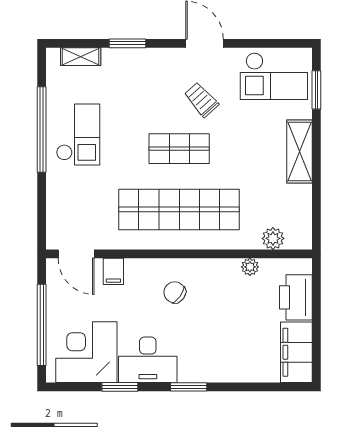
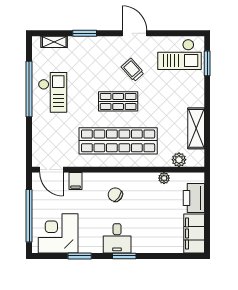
shelving: (300, 151) -> (196, 128), moved
desk: (148, 360) -> (117, 238), moved, width x0.73

